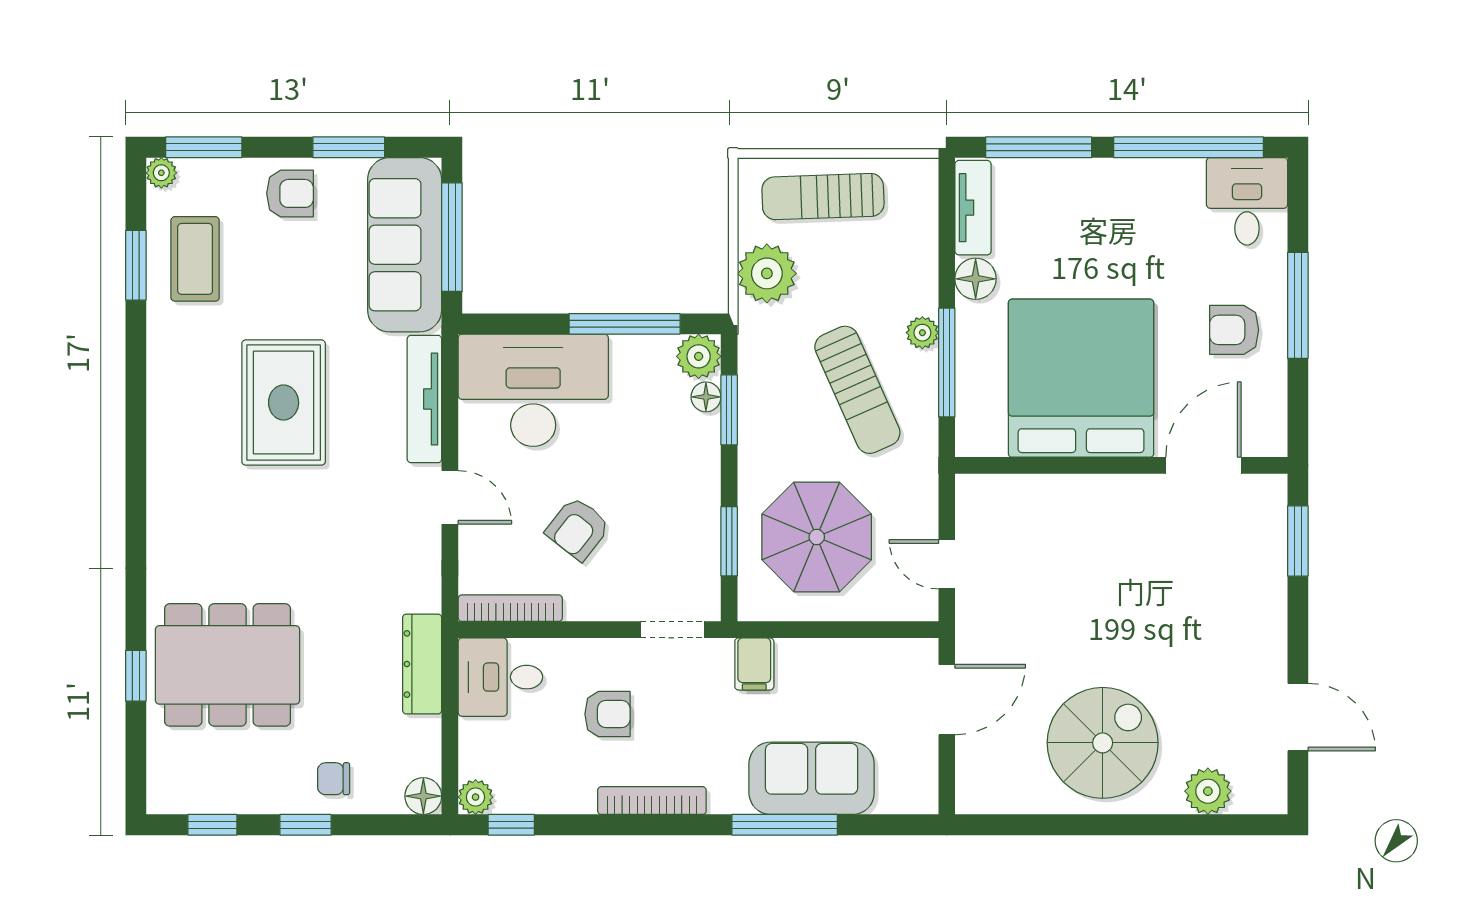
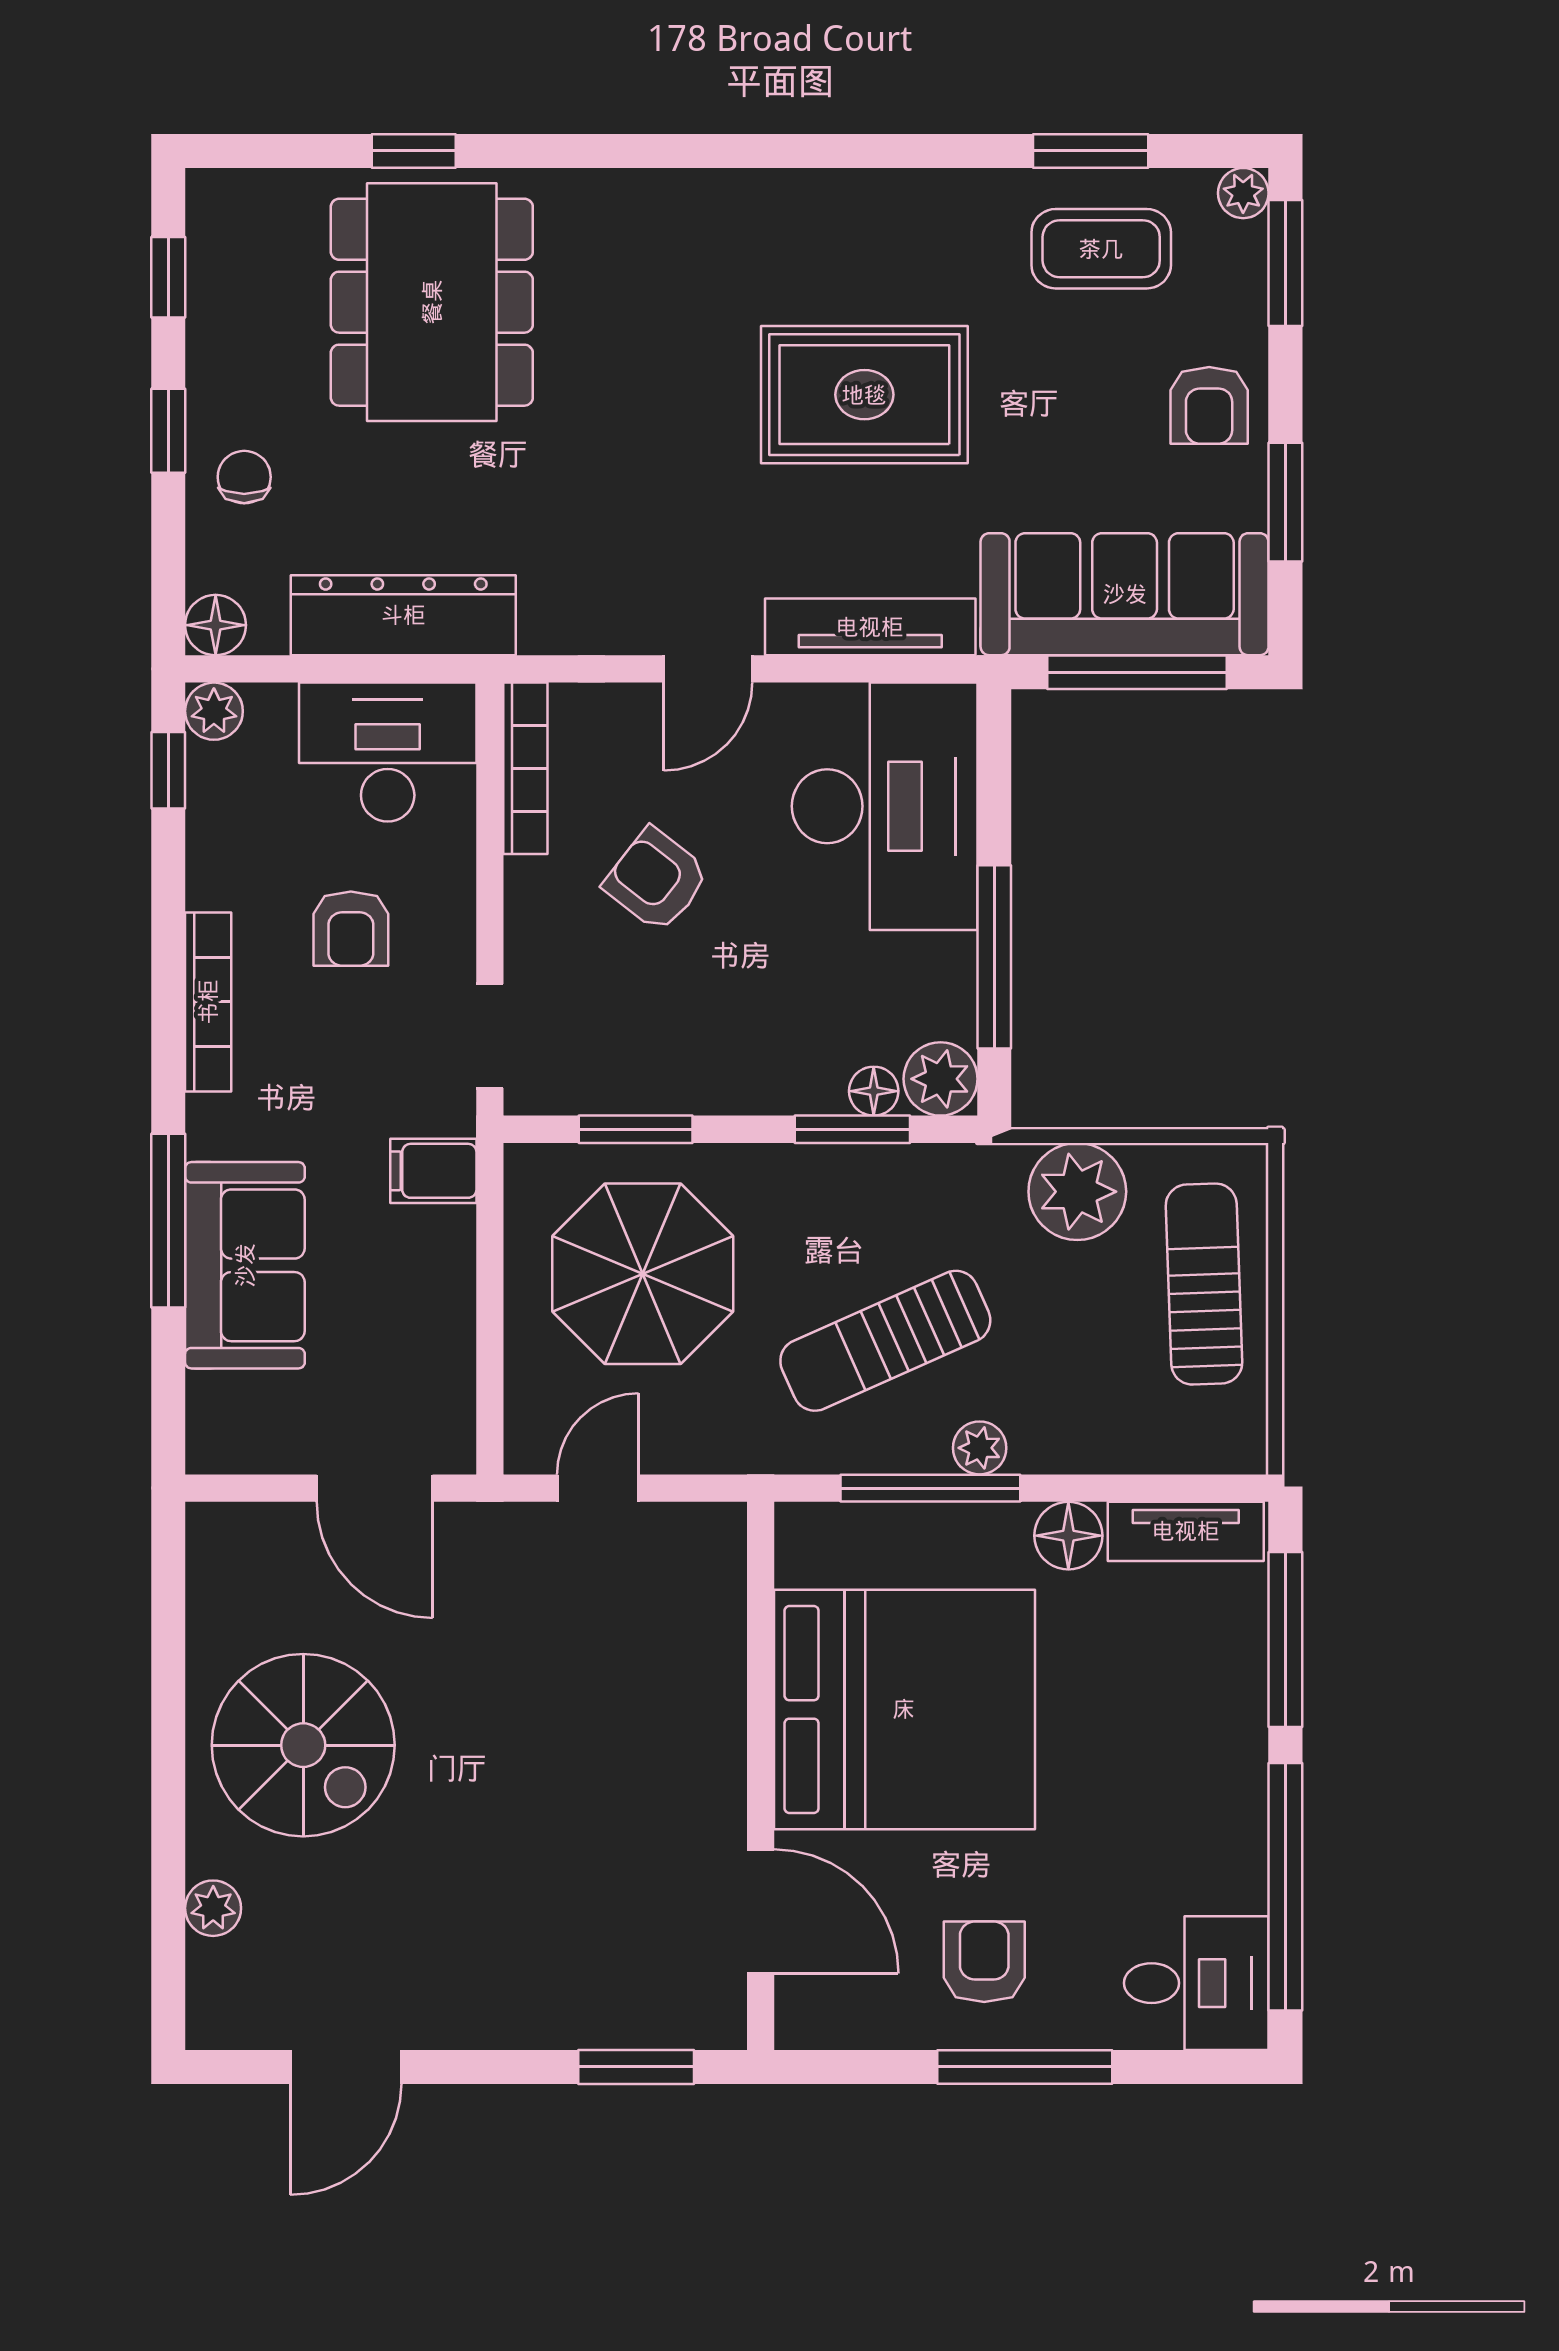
dresser: (422, 664) -> (403, 615), width x1.37, depth x1.24
desk: (500, 677) -> (388, 752), width x1.37
plant: (1208, 791) -> (213, 1908), width x0.73, depth x0.73

